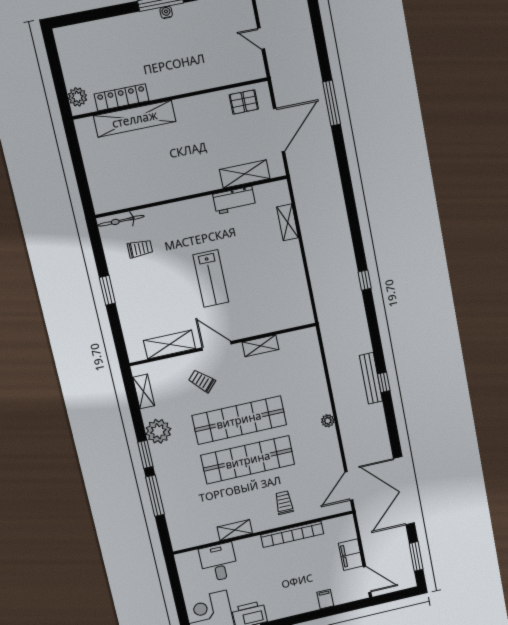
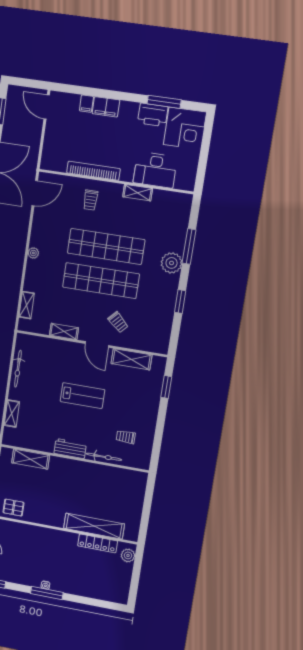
workbench: (234, 200) -> (70, 449), moved
bicycle: (121, 221) -> (104, 457), moved
lab bench: (211, 279) -> (82, 396), turned 90
bicycle: (299, 280) -> (18, 369), added
window: (107, 290) -> (166, 387), moved
shelving: (144, 392) -> (27, 305), moved
plant: (158, 431) -> (172, 263), moved
window: (145, 454) -> (180, 302), moved
filing cabinet: (351, 555) -> (106, 107), moved, turned 90
desk: (219, 562) -> (155, 170), width x1.37

